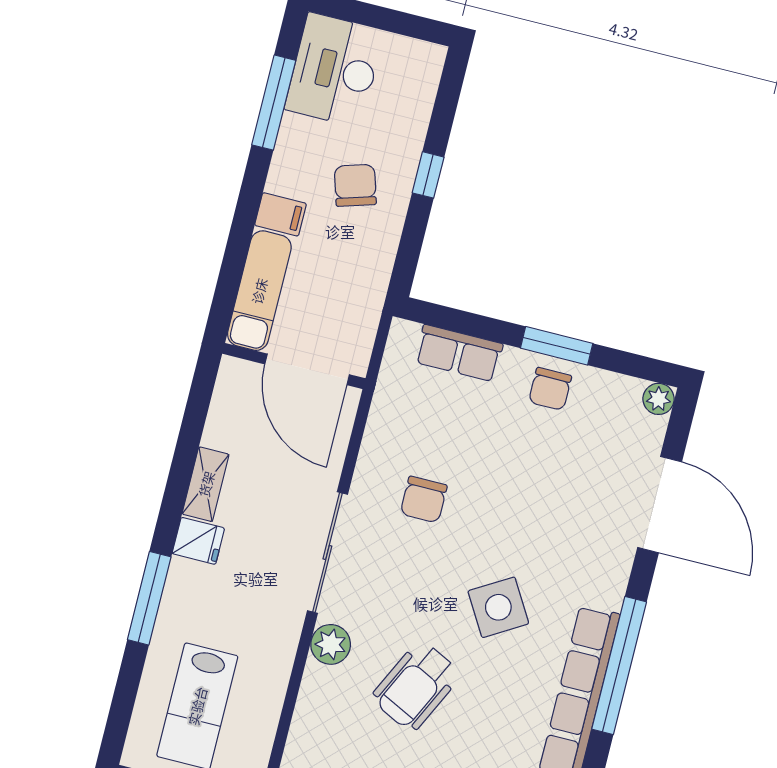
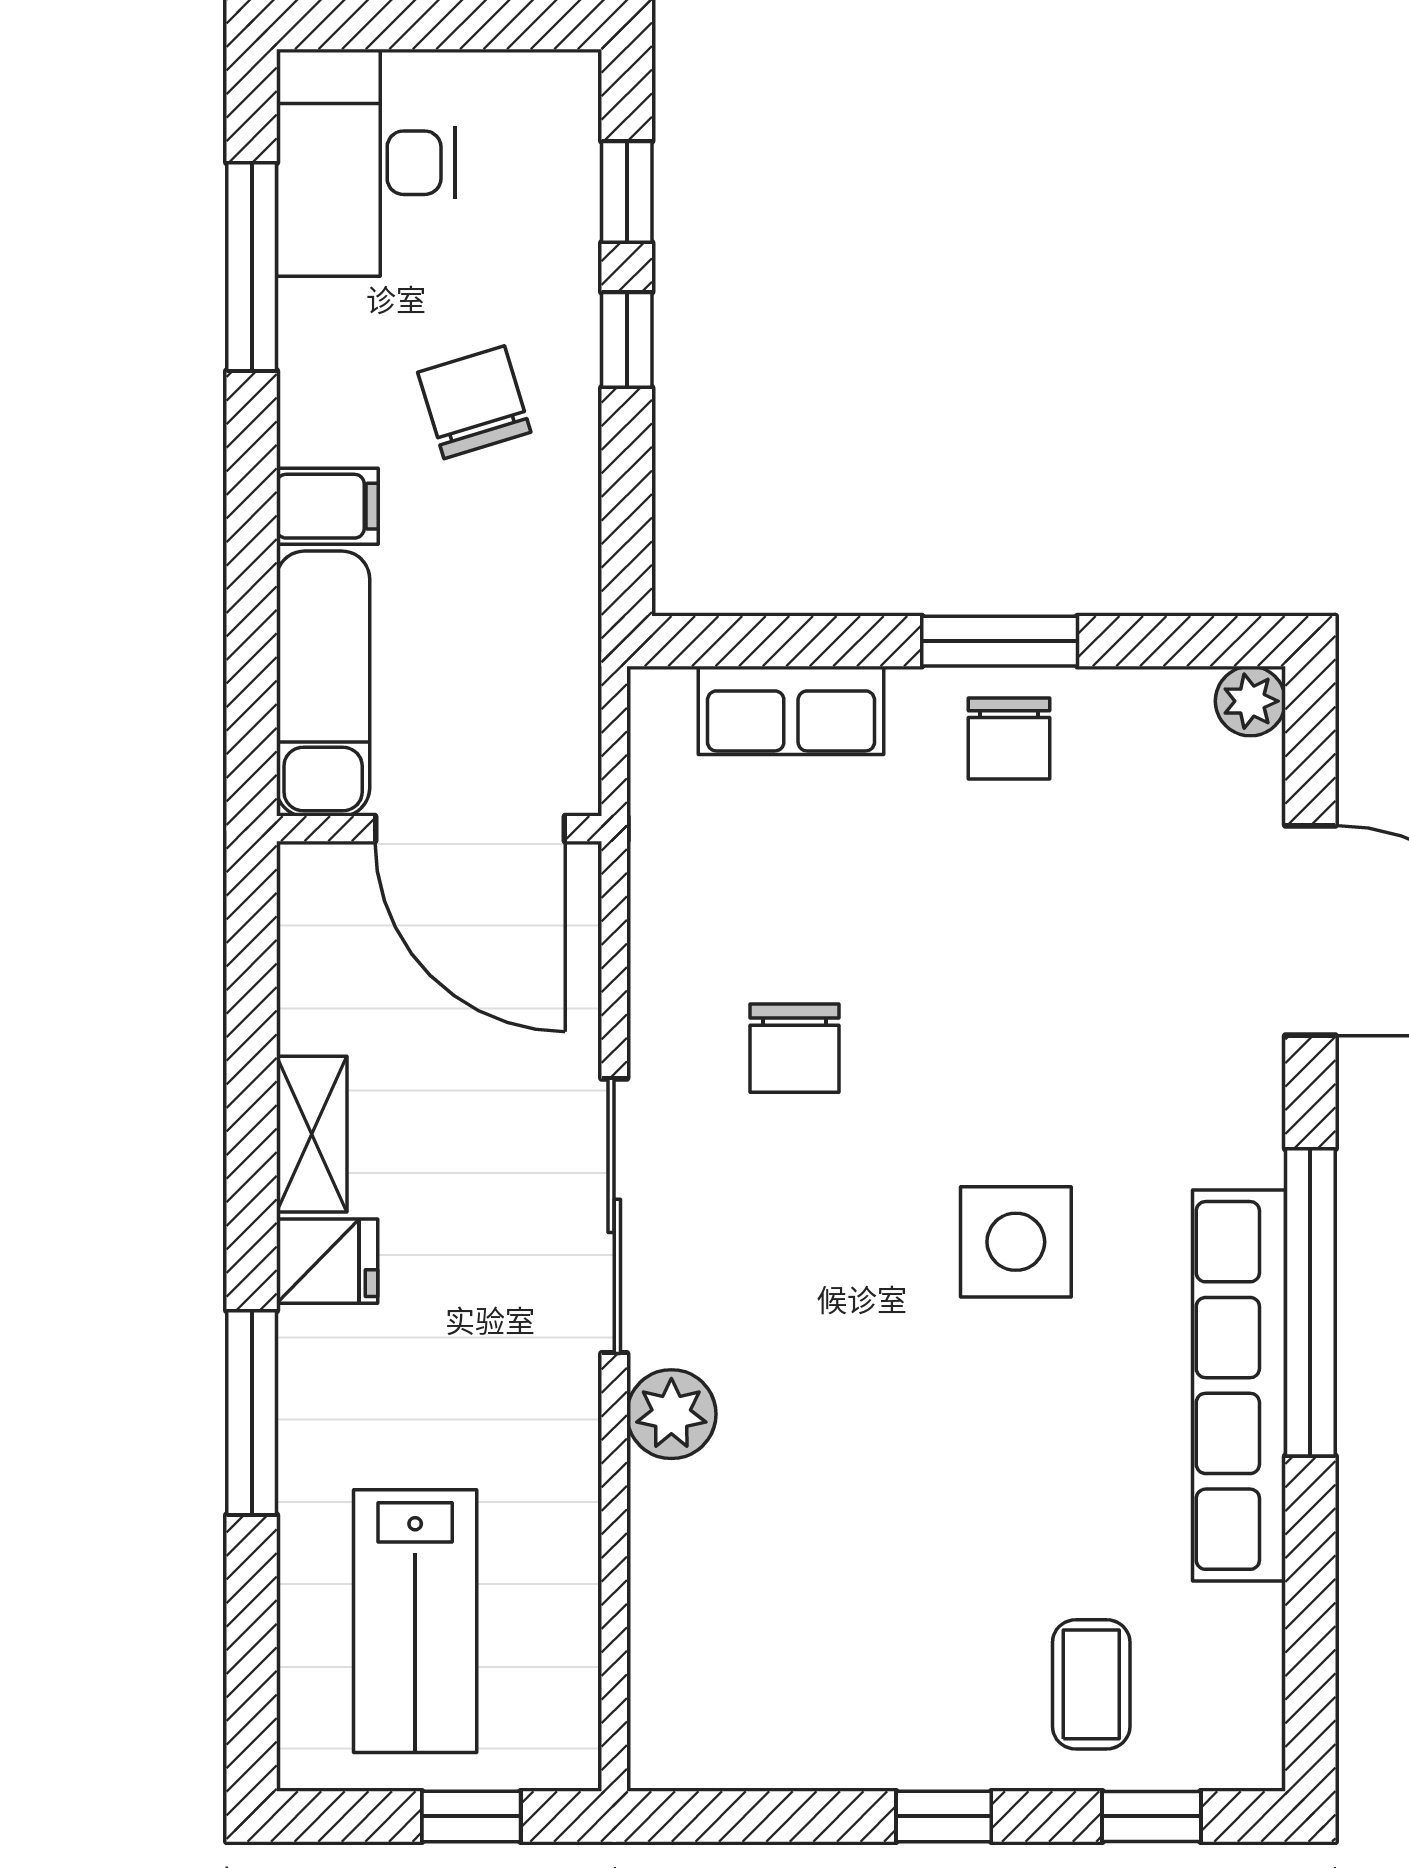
window: (444, 111) -> (627, 192), added
side table: (498, 607) -> (1016, 1242), turned 31
wheelchair: (416, 686) -> (880, 1458), removed

